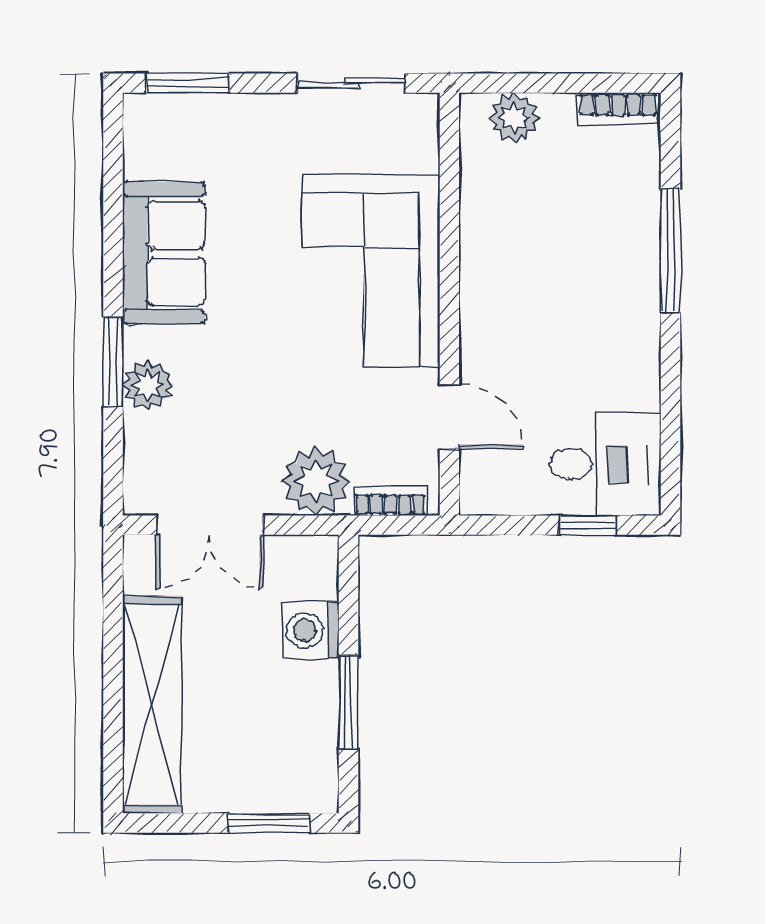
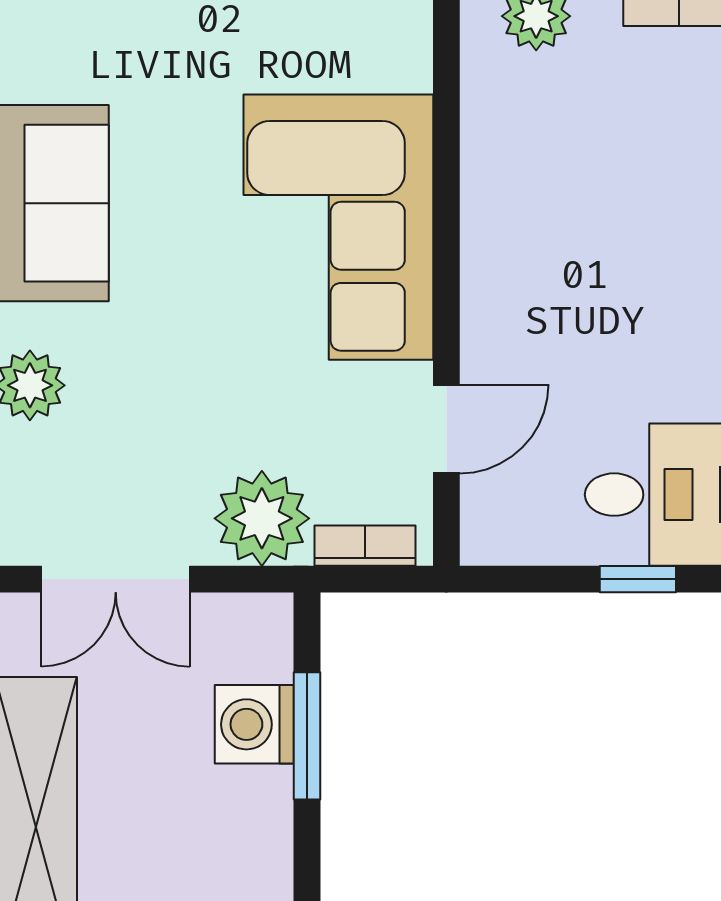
door: (449, 417) -> (446, 429), hinge flipped
window: (348, 702) -> (307, 736), moved

